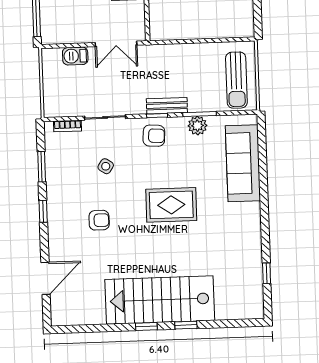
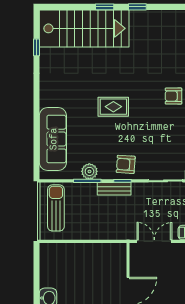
side table: (106, 166) -> (166, 141), removed
rug: (171, 205) -> (113, 107), width x0.73, depth x0.70
stairs: (160, 300) -> (84, 28), moved

